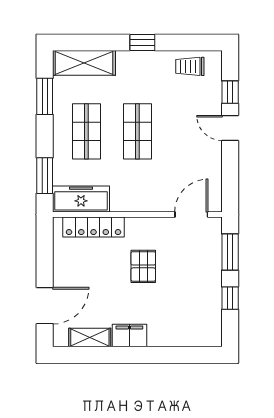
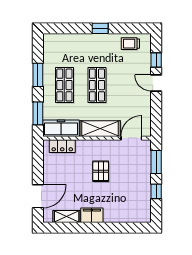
shelving: (84, 63) -> (100, 129), moved
window: (45, 96) -> (38, 75), moved
locker: (94, 227) -> (62, 146), width x0.66

